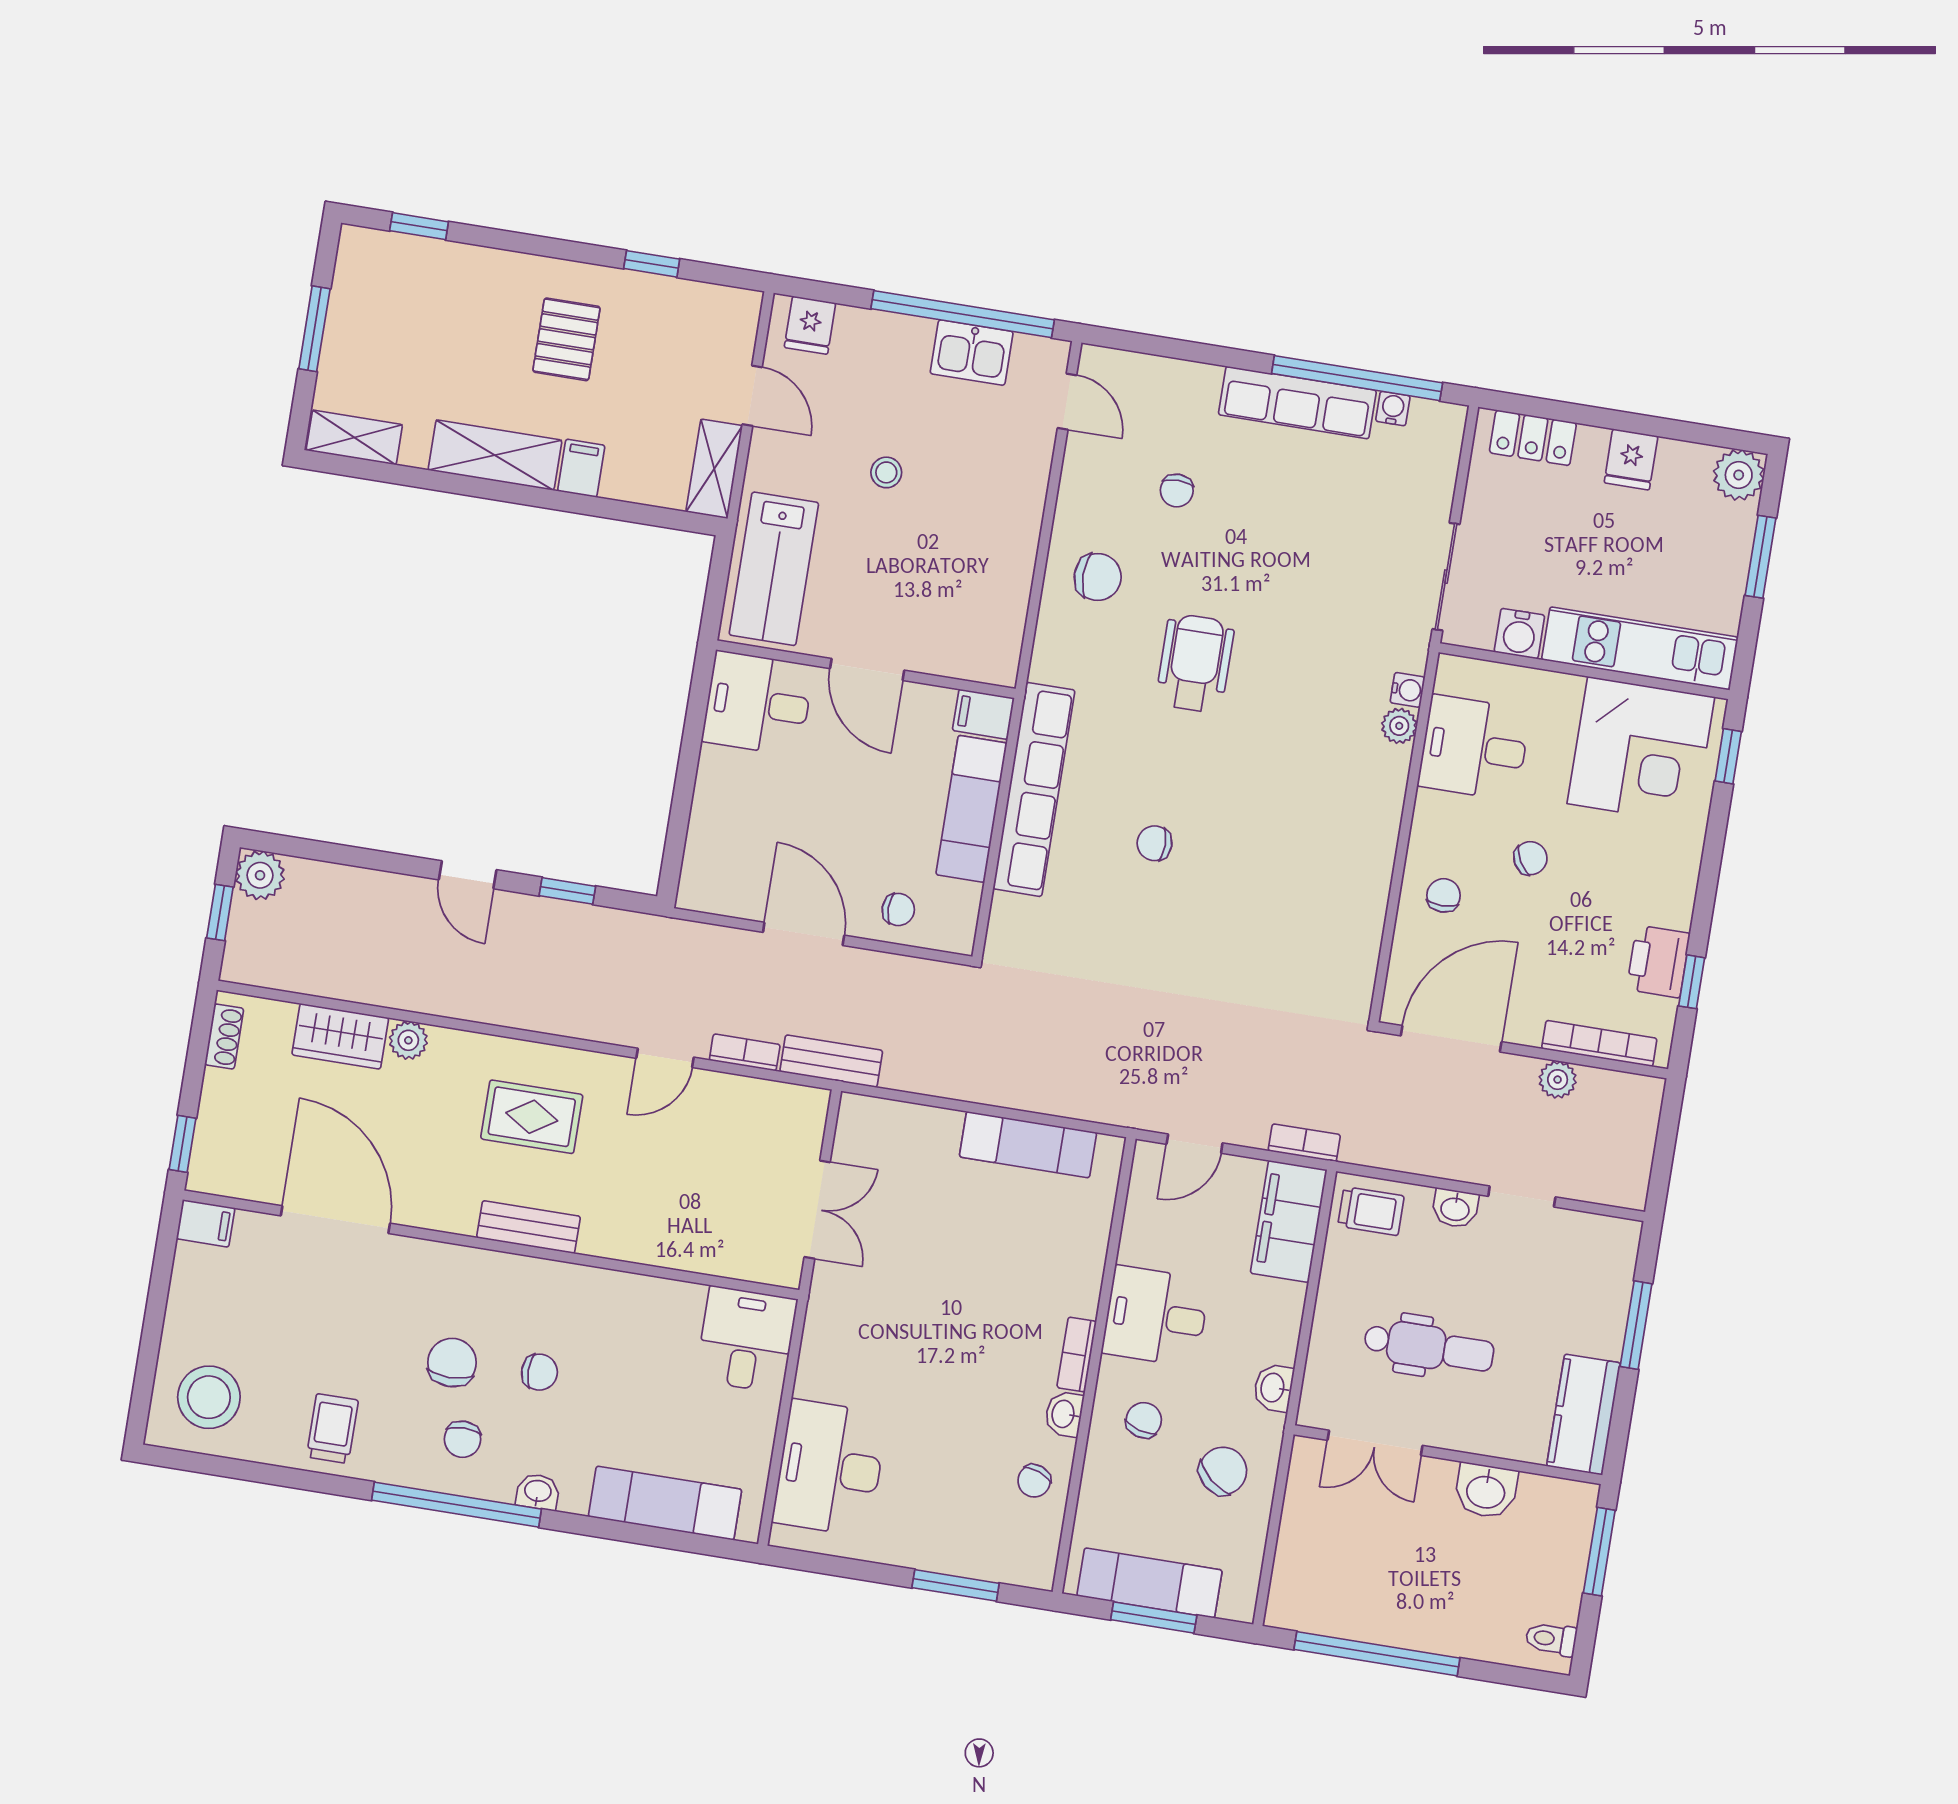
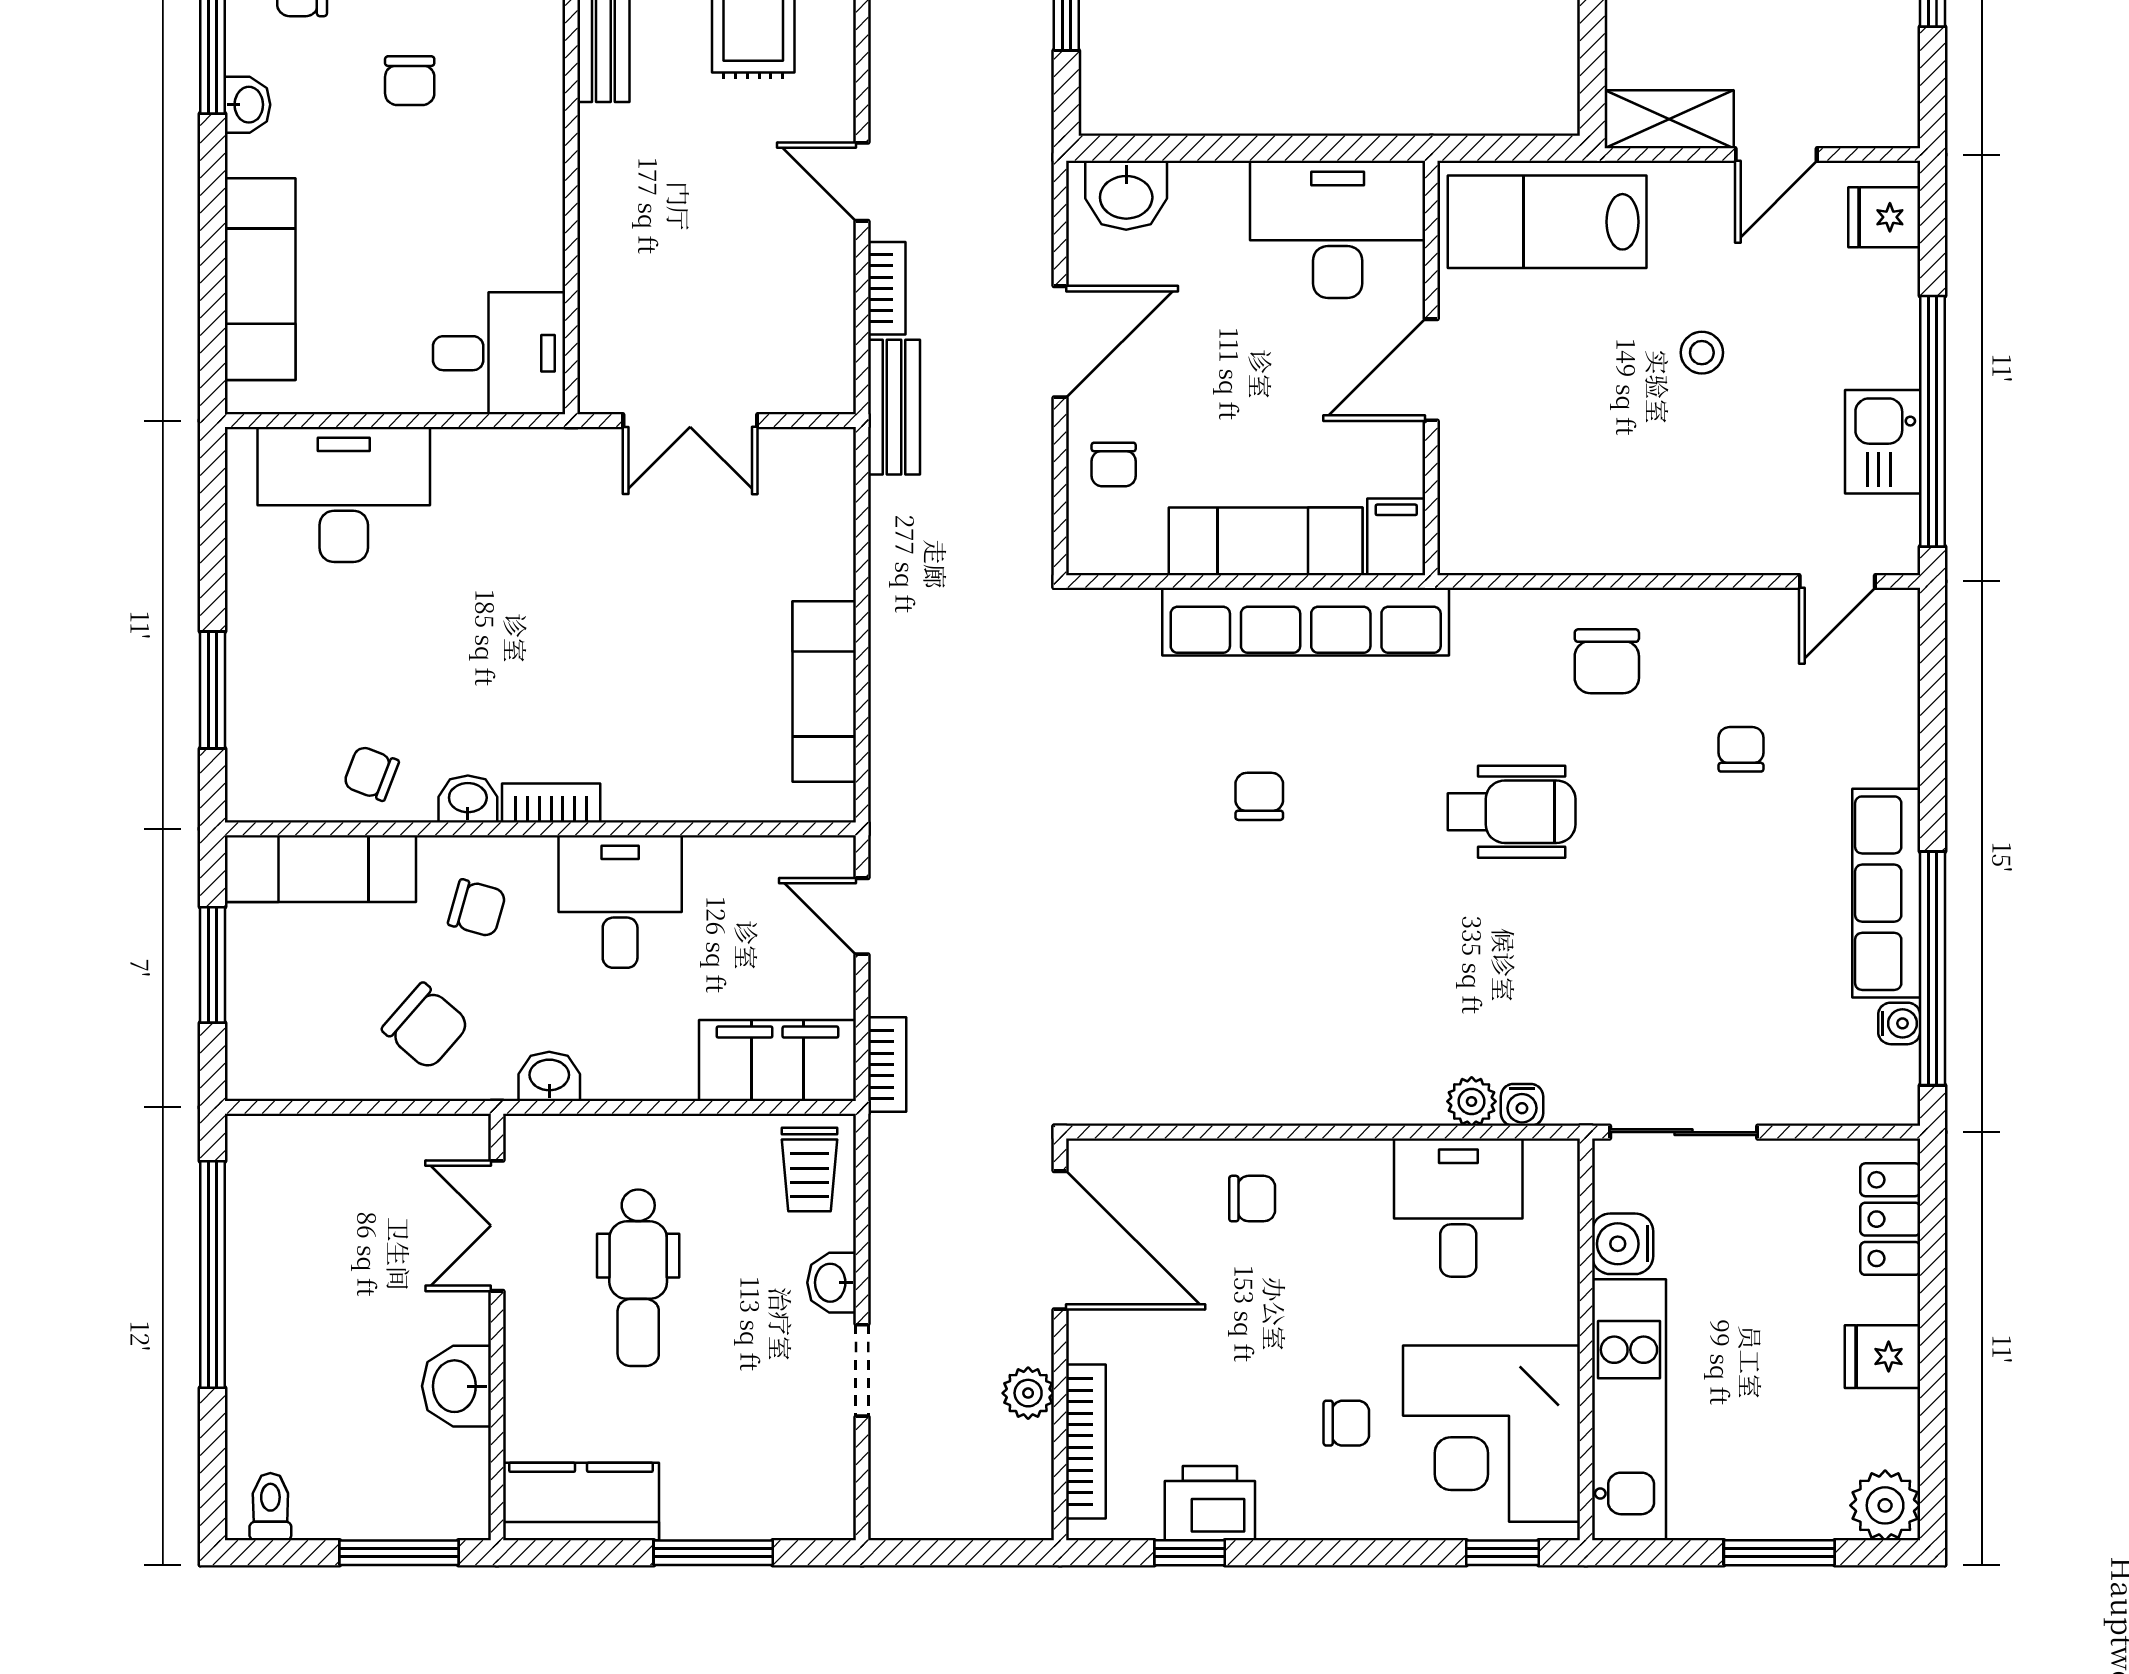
chair: (1177, 491) -> (1741, 749), turned 89
desk: (758, 703) -> (1338, 229), width x1.37
chair: (1530, 858) -> (1346, 1423), moved, turned -61
washbasin: (706, 869) -> (1126, 195), added
exam couch: (1149, 1583) -> (320, 869), moved, turned 90

